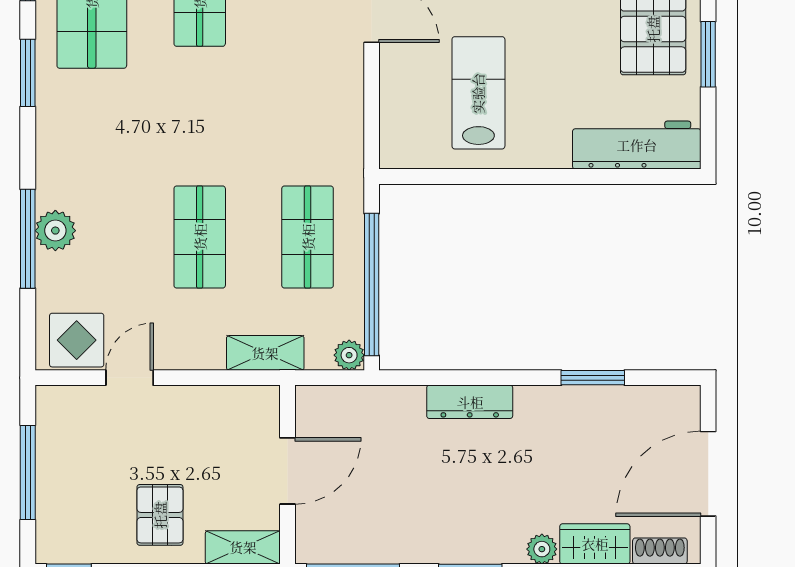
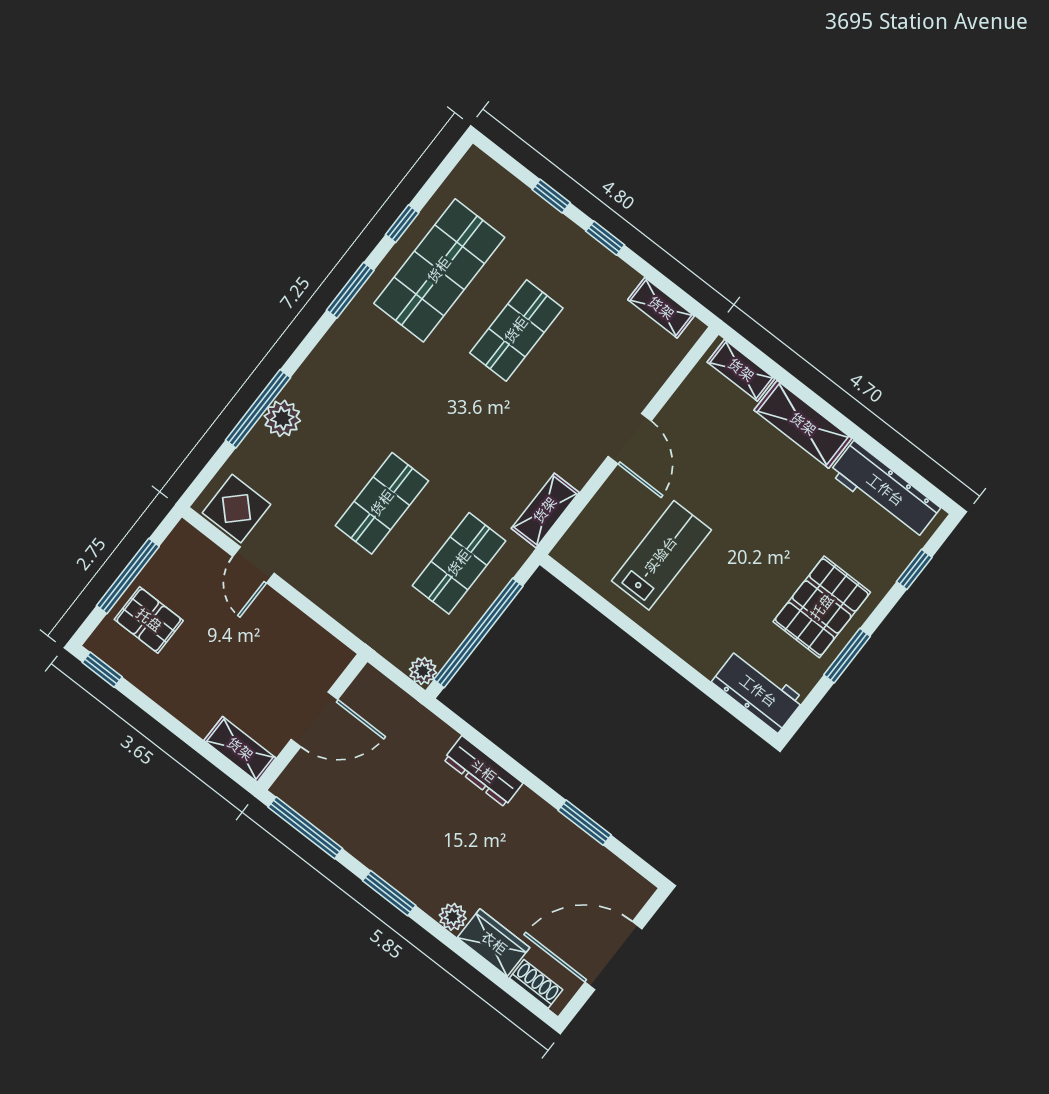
workbench: (637, 145) -> (758, 691), width x0.73
shelving: (265, 353) -> (545, 510), moved, turned 90
door: (130, 378) -> (253, 565), swing flipped
pallet: (160, 515) -> (149, 620), moved, turned 90

